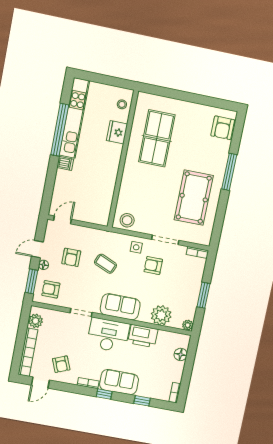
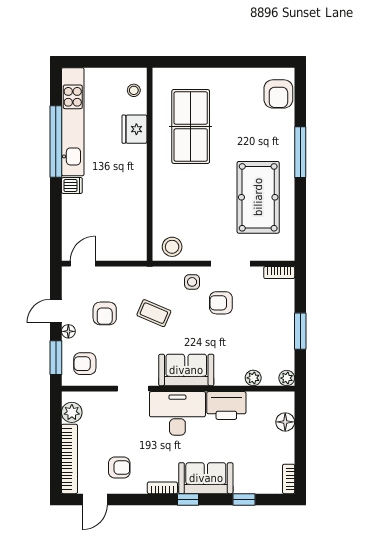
plant: (161, 315) -> (253, 378), width x0.53, depth x0.53
armchair: (61, 364) -> (119, 468), turned -68

